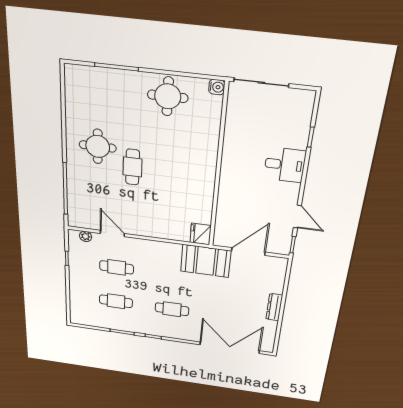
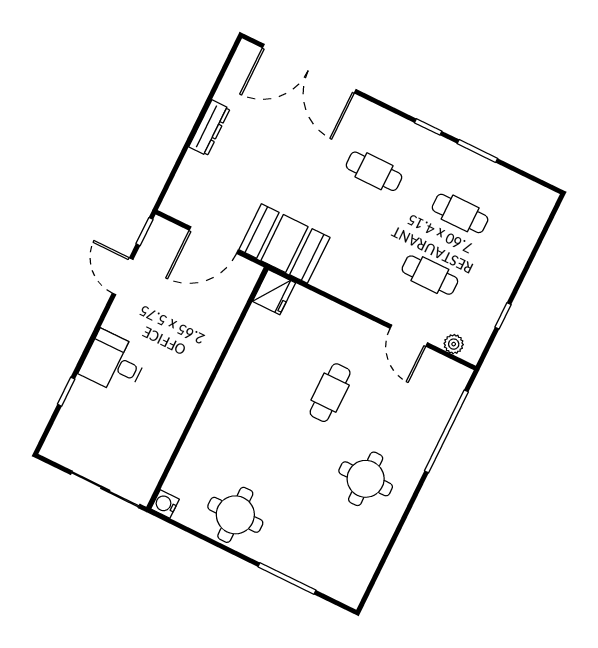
cafe table: (133, 167) -> (330, 393), moved

